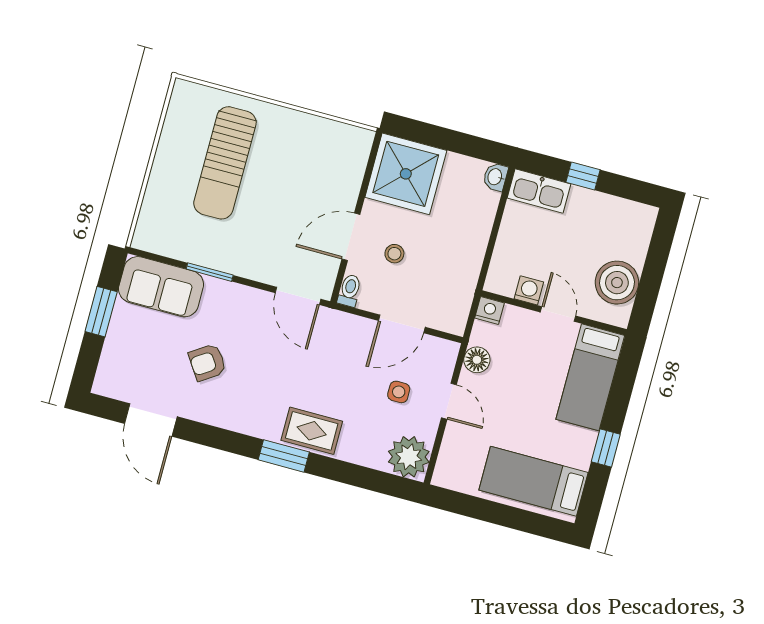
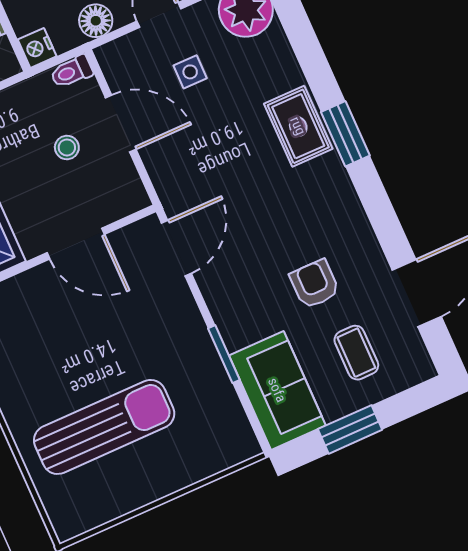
stool: (394, 254) -> (67, 147), moved
toilet: (350, 290) -> (72, 72), moved
coffee table: (145, 354) -> (356, 353), added
armchair: (207, 362) -> (315, 284), turned -146

